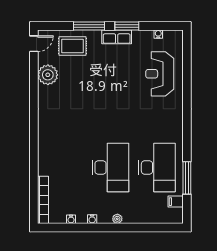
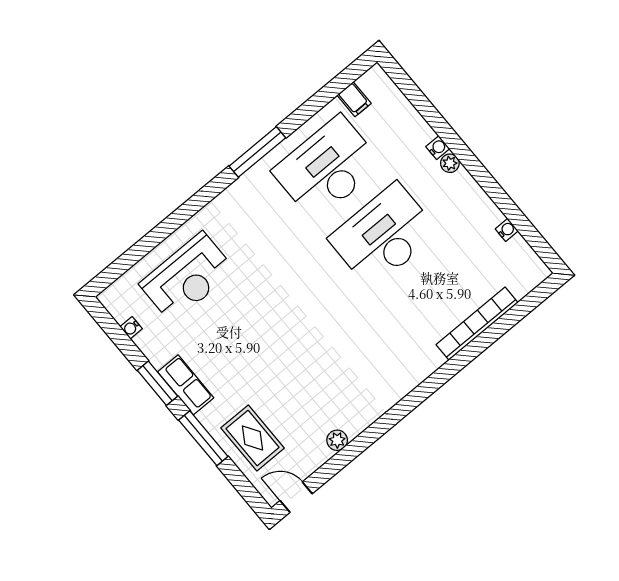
plant: (48, 75) -> (337, 440), width x0.53, depth x0.53
window: (187, 178) -> (257, 152), moved
bookcase: (43, 200) -> (477, 324), moved
water cooler: (92, 219) -> (438, 148), moved

